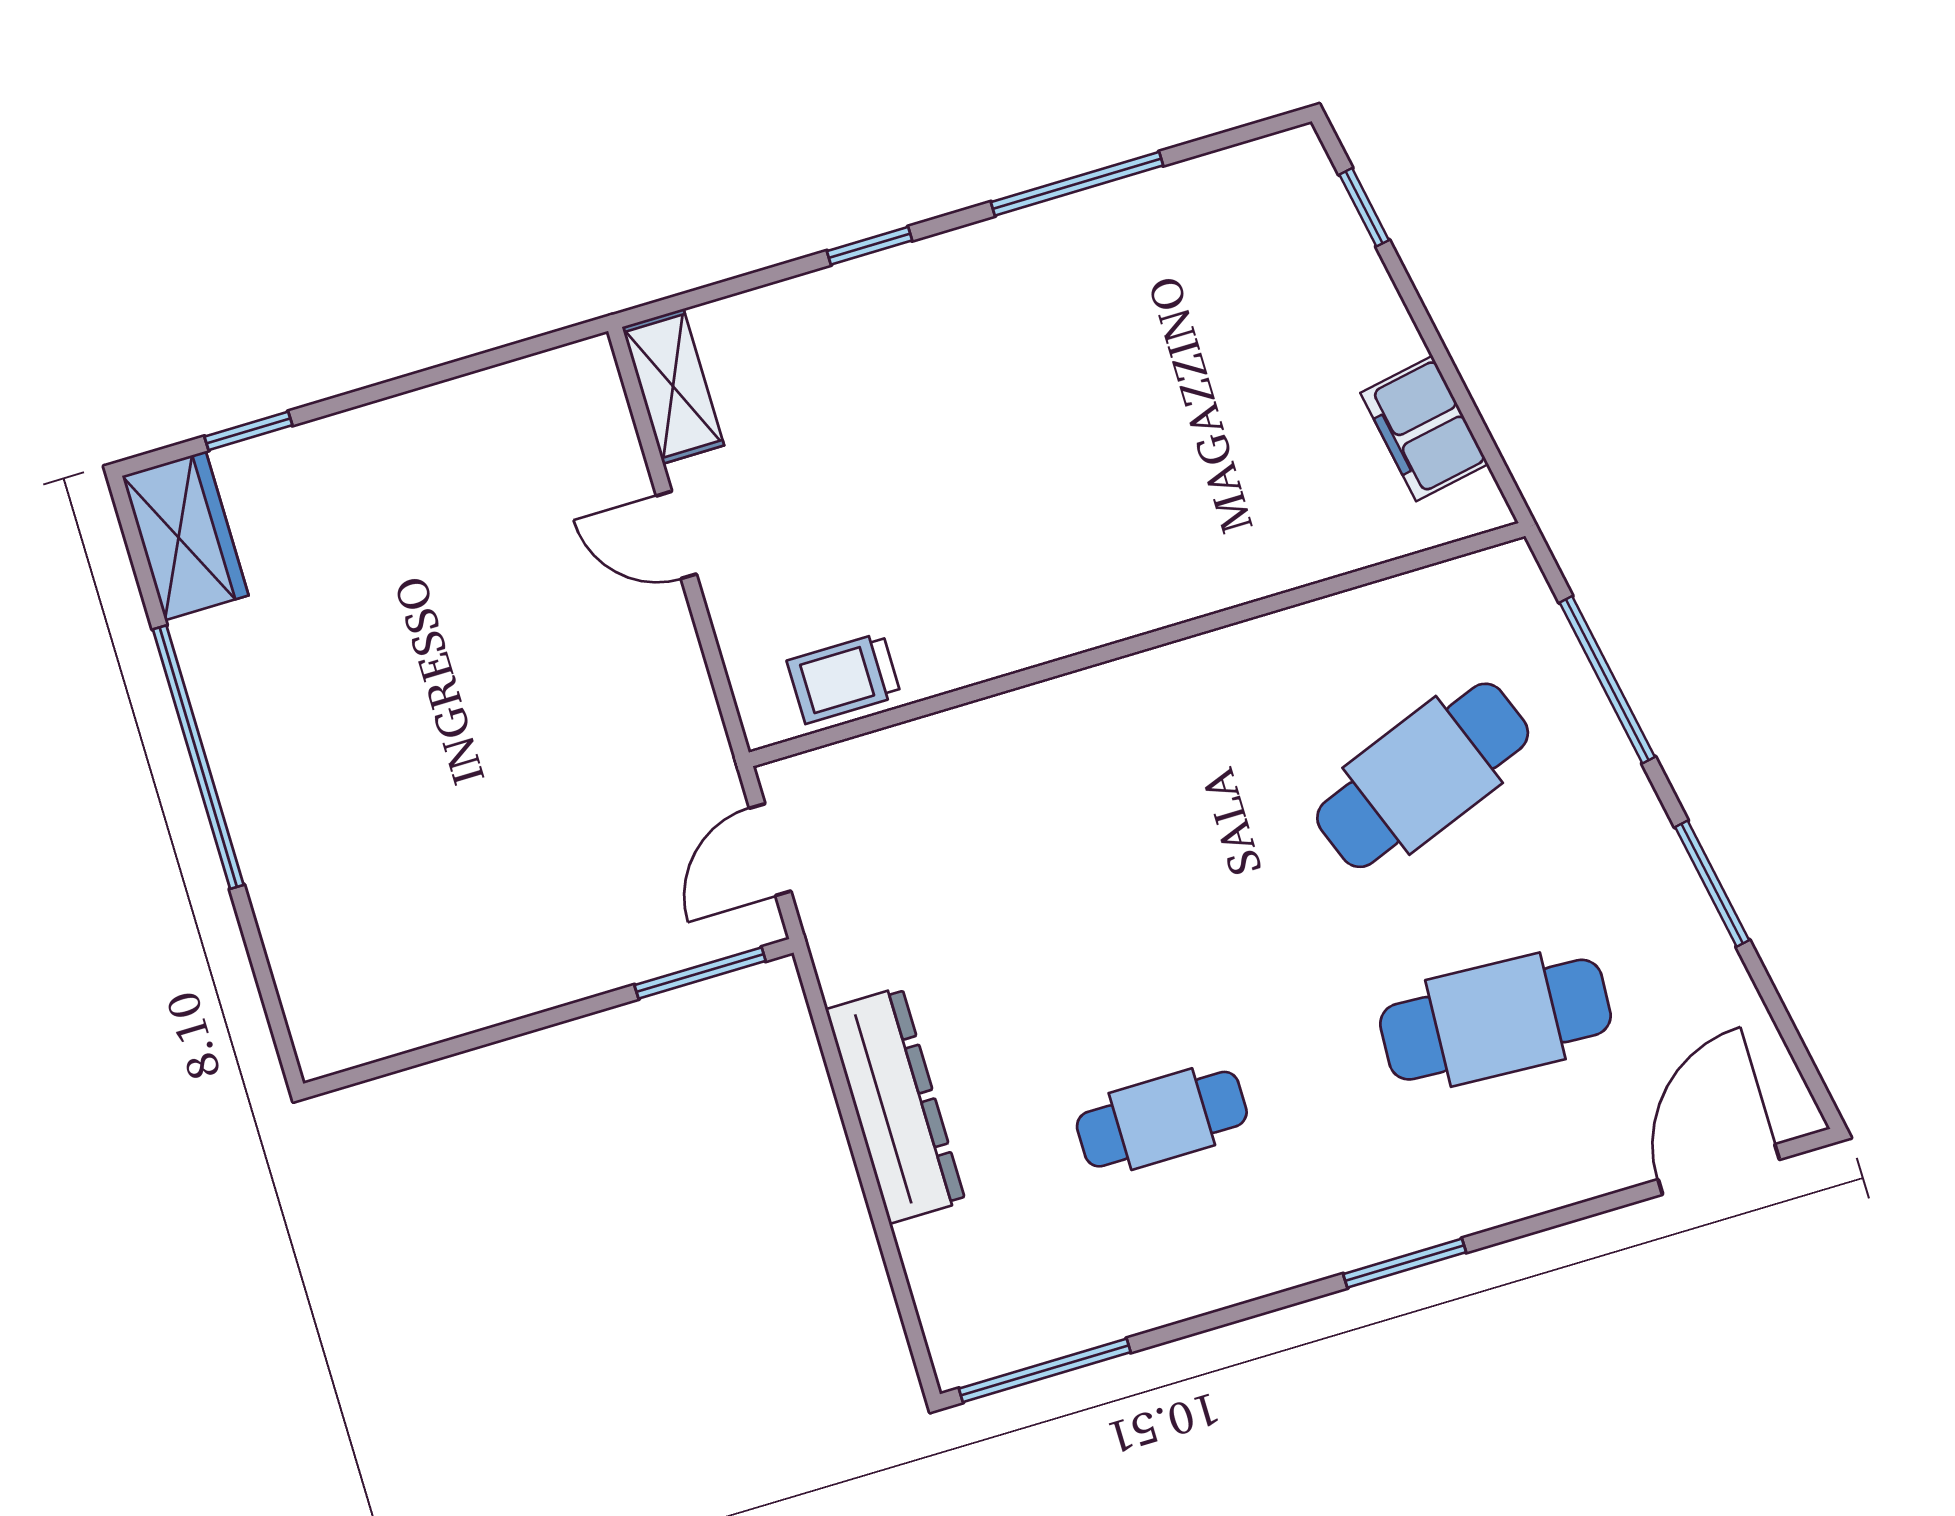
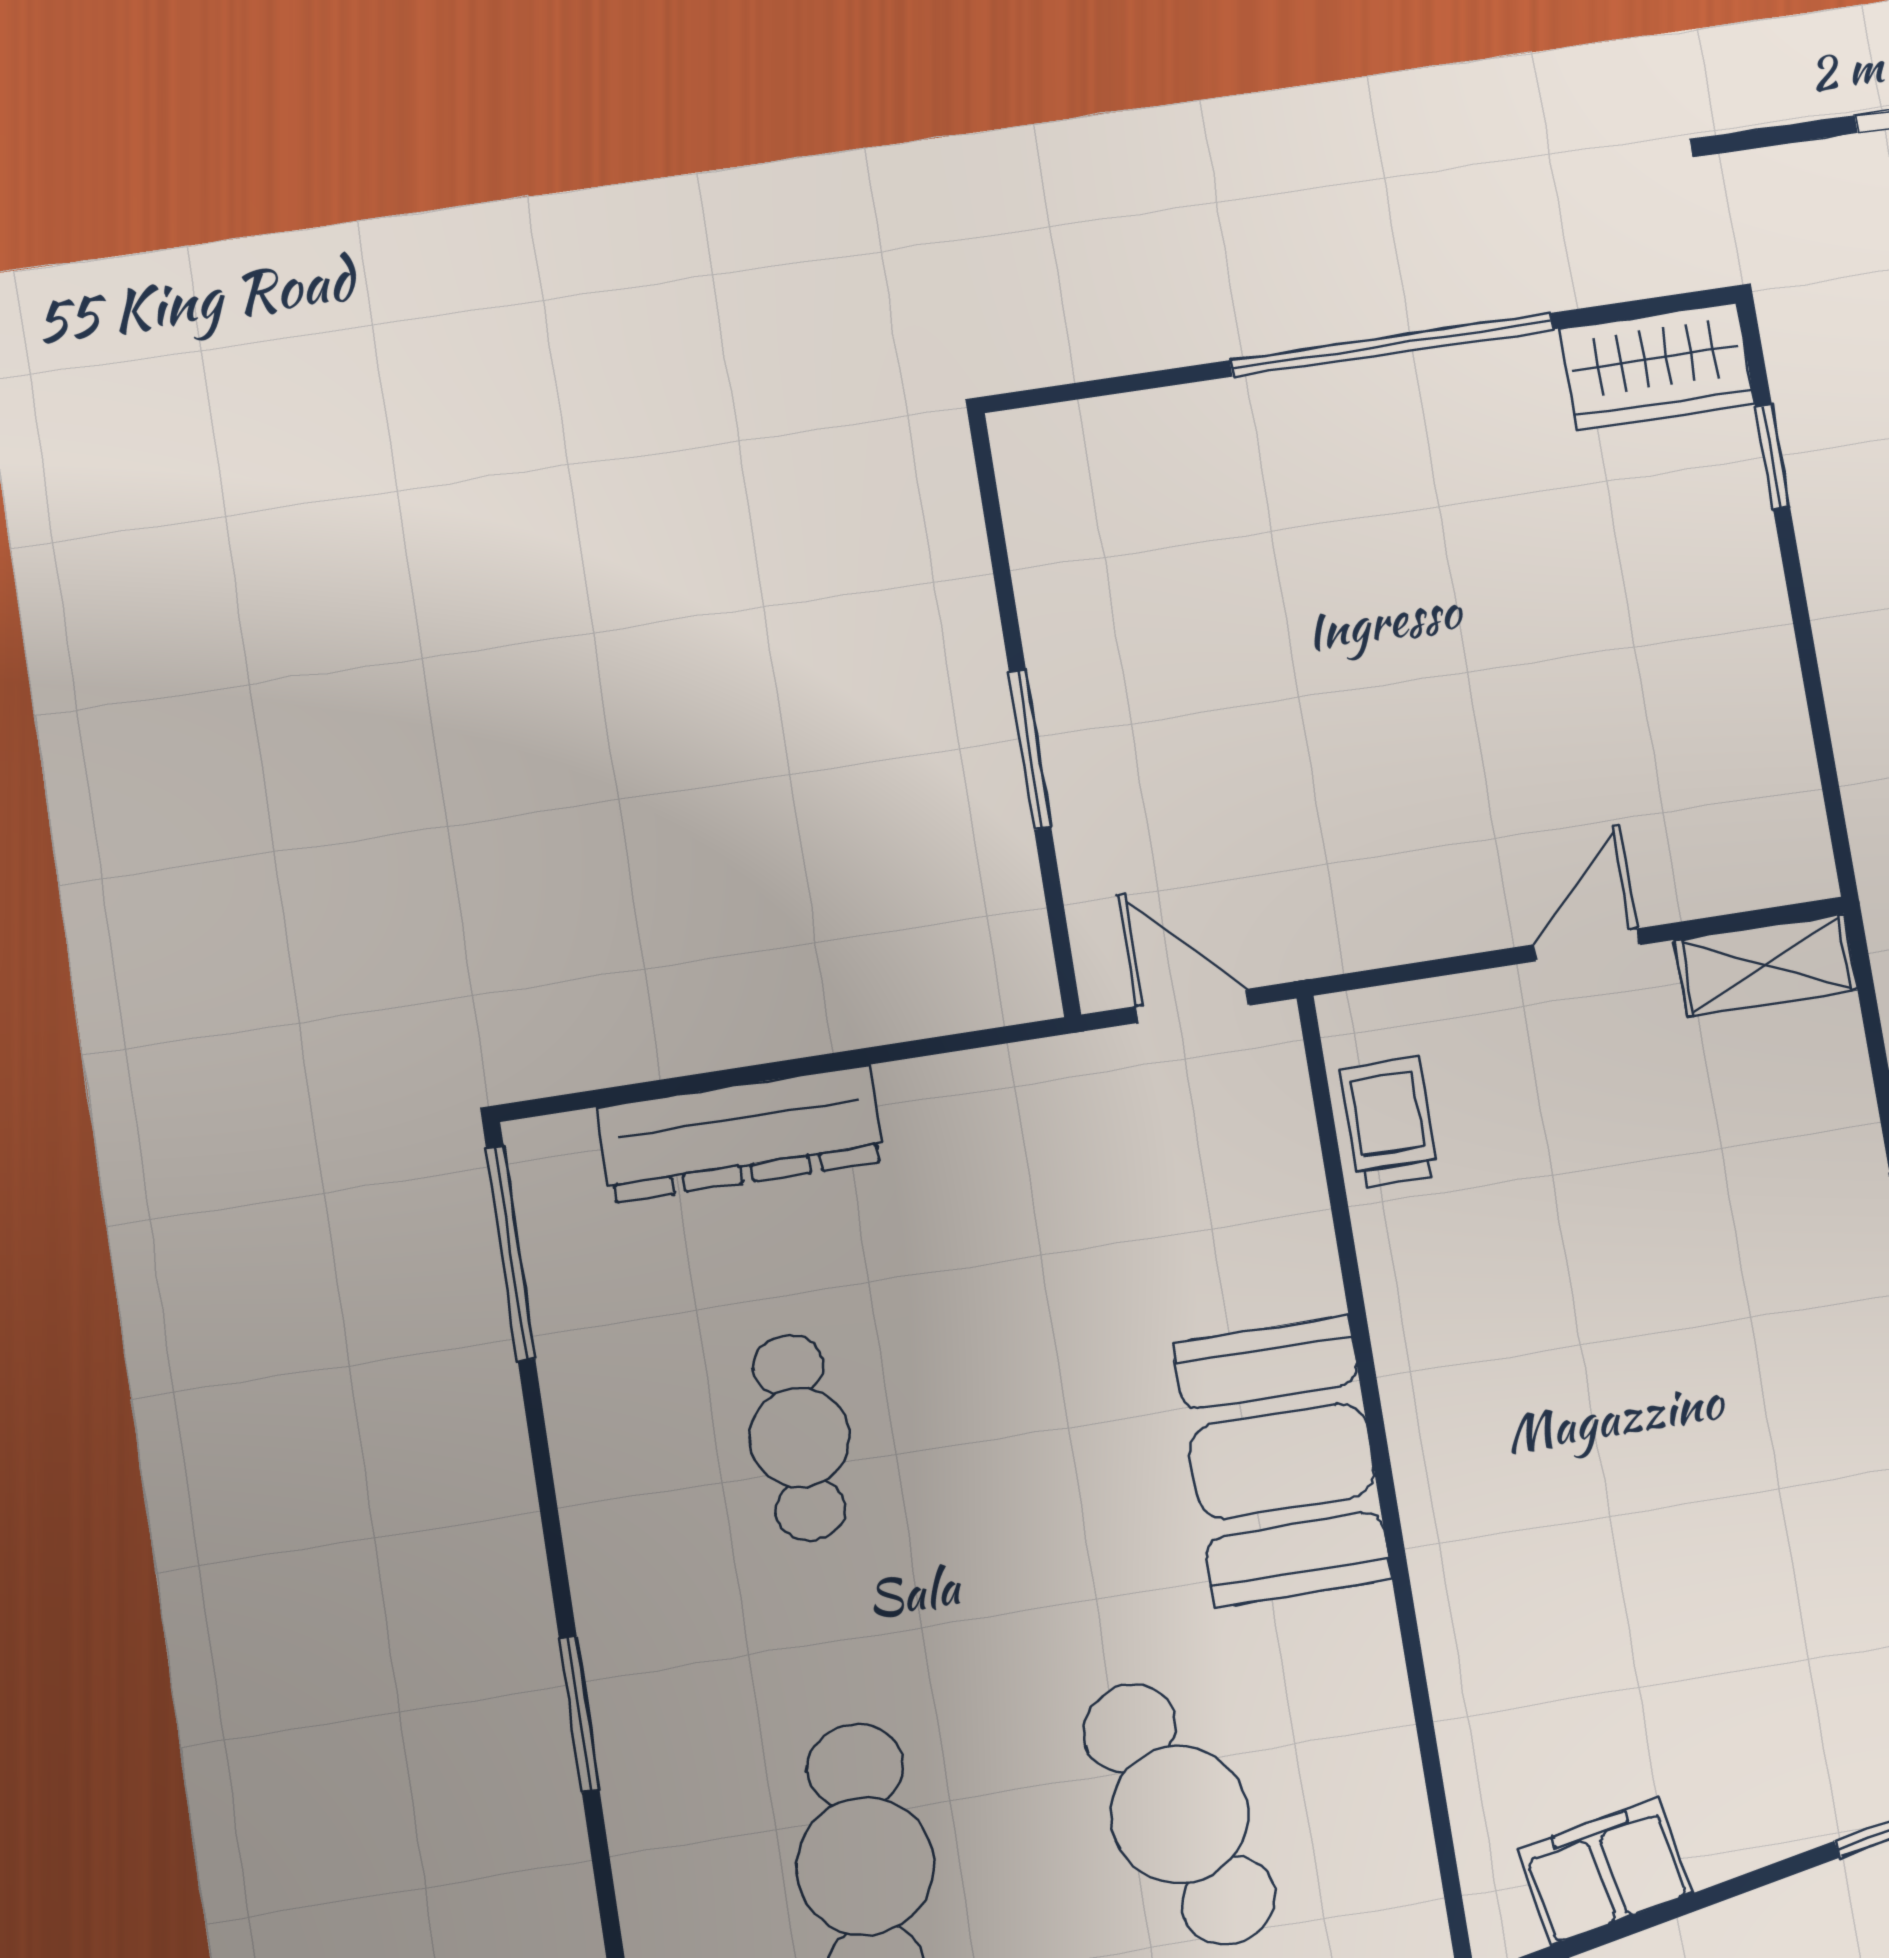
booth: (1130, 730) -> (1282, 1461), added
window: (700, 973) -> (1030, 750), moved
dresser: (895, 1105) -> (741, 1134), moved

